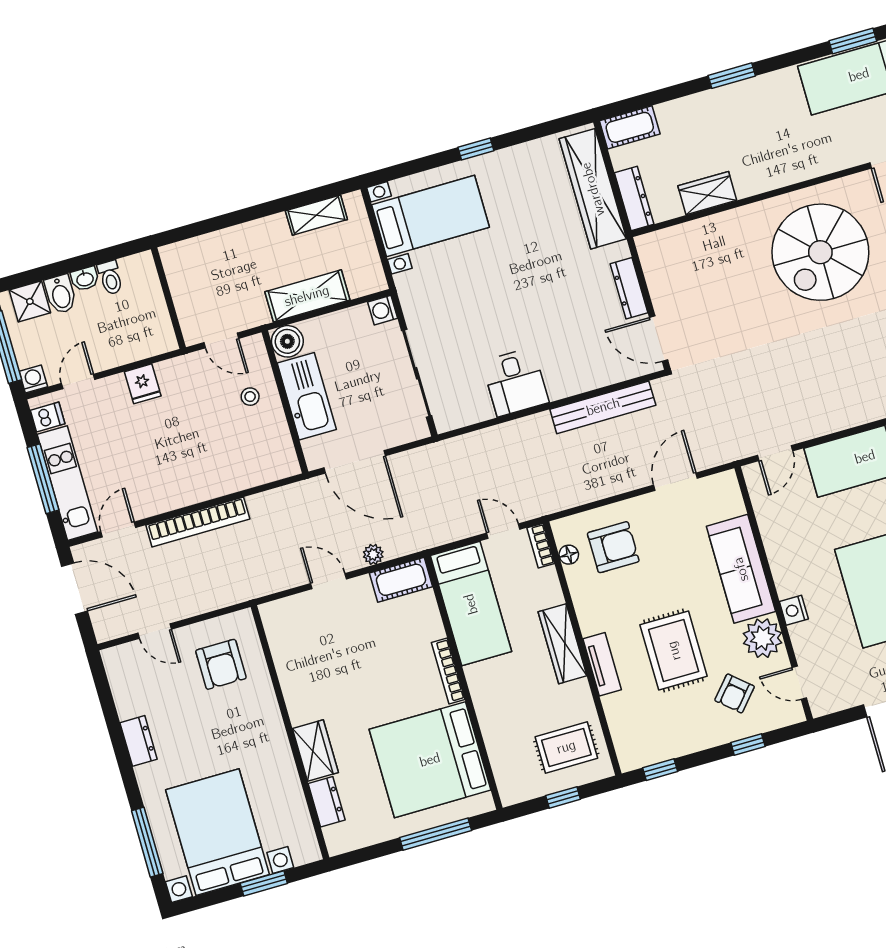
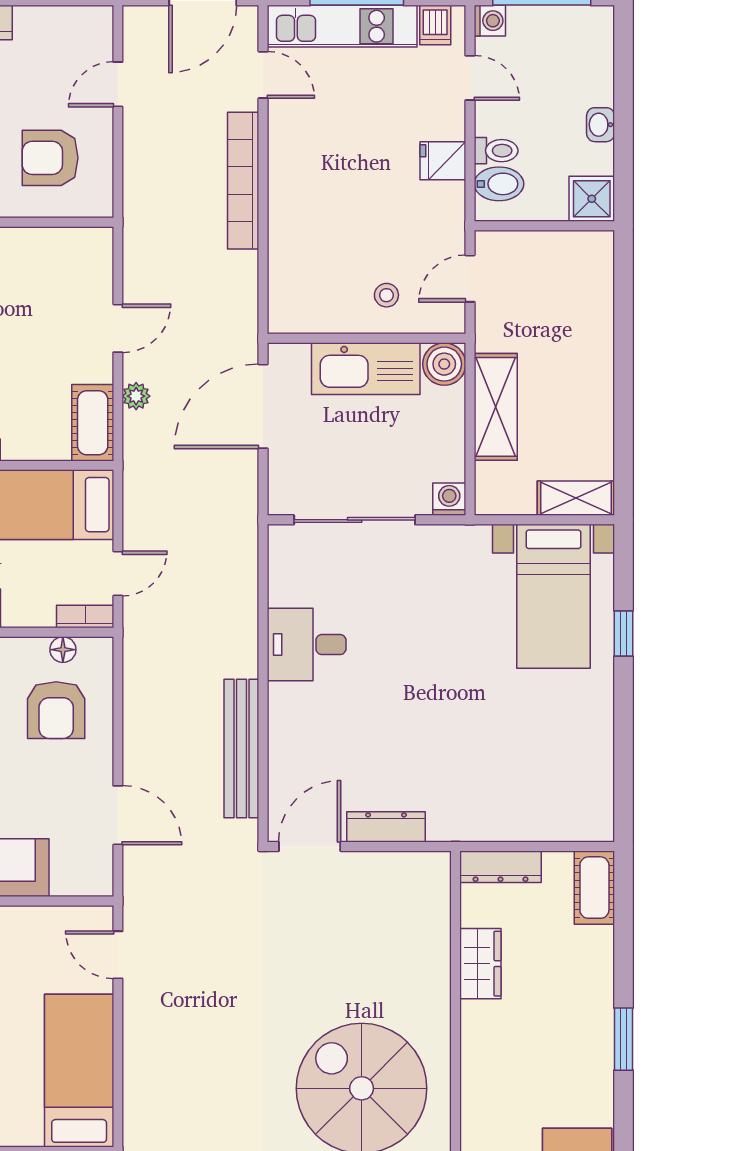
window: (476, 149) -> (623, 633), moved
wardrobe: (593, 189) -> (529, 817), removed
shelving: (316, 215) -> (576, 498), moved, turned 90
toilet: (110, 278) -> (496, 151), moved, turned 180
bidet: (61, 294) -> (499, 184), moved, turned 180
shower: (30, 301) -> (592, 199), moved

